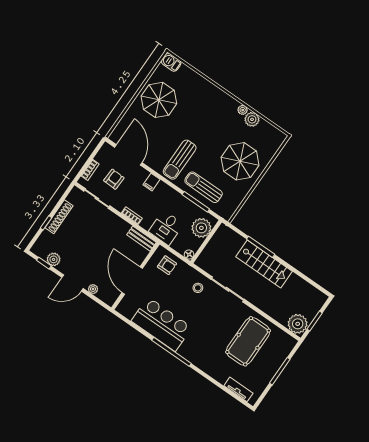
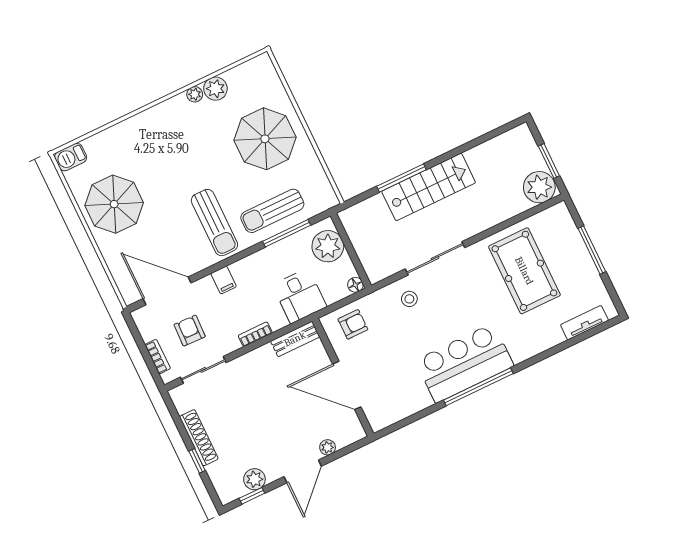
bar counter: (162, 324) -> (464, 363), moved

